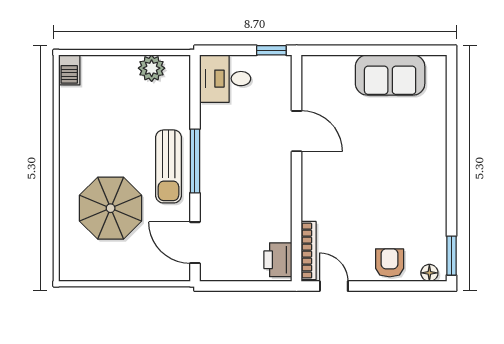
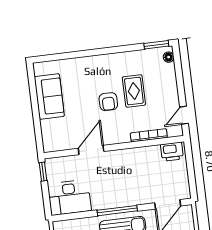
desk: (225, 79) -> (69, 197), width x1.37
rug: (382, 211) -> (134, 91), added
bookcase: (309, 251) -> (149, 135), moved
armchair: (390, 263) -> (108, 102), moved, turned -90

